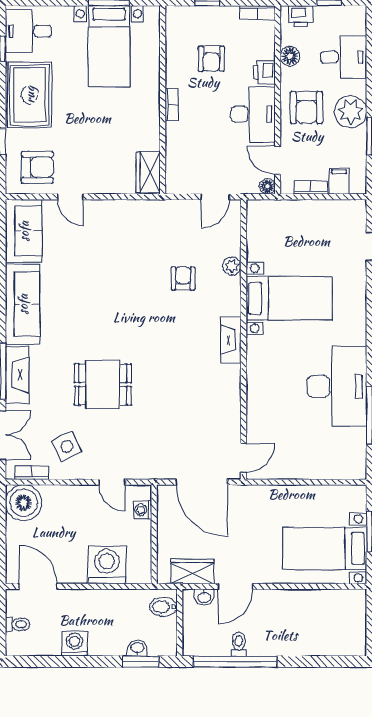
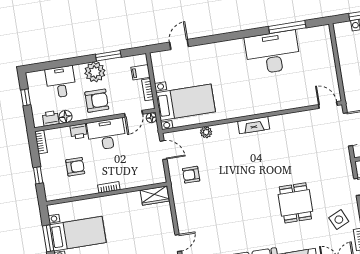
printer: (301, 16) -> (51, 118), moved, turned -90
armchair: (183, 279) -> (191, 175), moved
bed with nightstands: (289, 298) -> (186, 102), moved, turned 90

